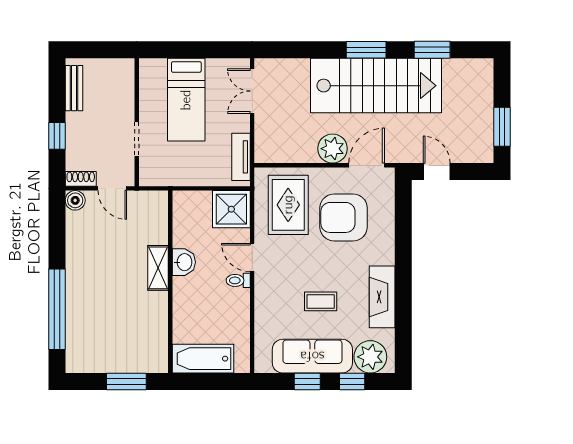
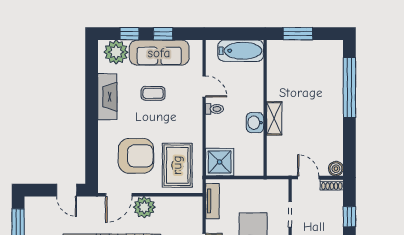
door: (252, 257) -> (204, 86), moved

